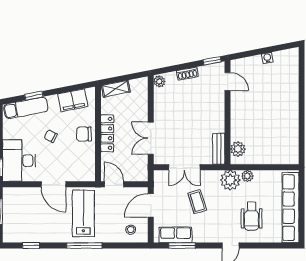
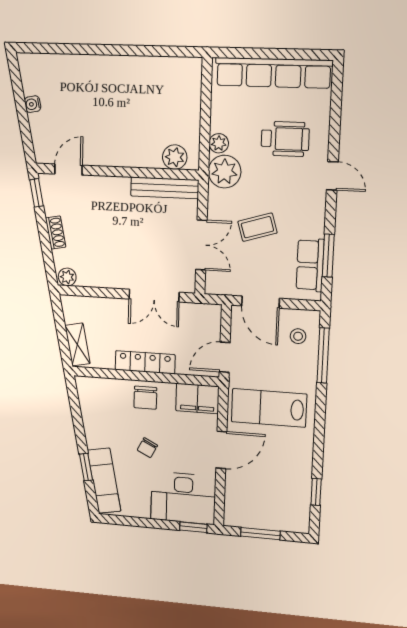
filing cabinet: (73, 100) -> (197, 398), moved, turned 101
bench: (219, 149) -> (165, 188), width x1.36
window: (84, 246) -> (323, 355), moved

